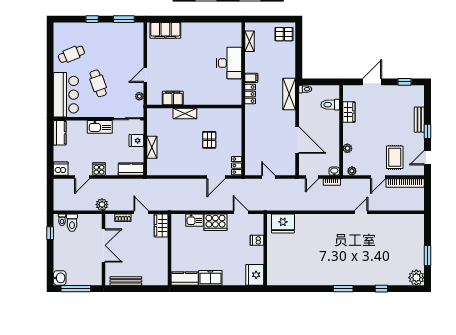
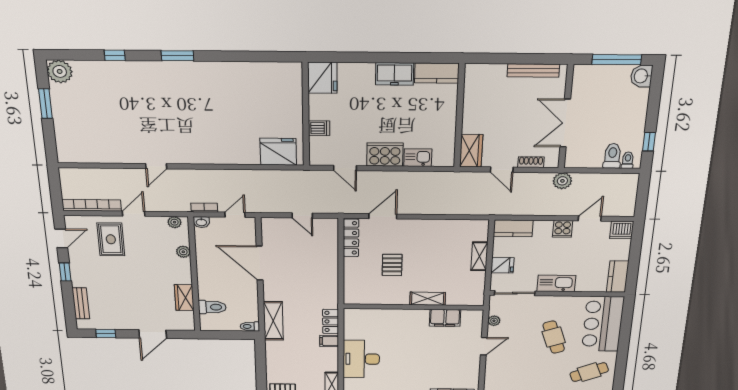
bench: (419, 120) -> (81, 303), moved
locker: (237, 166) -> (351, 238), width x1.53

